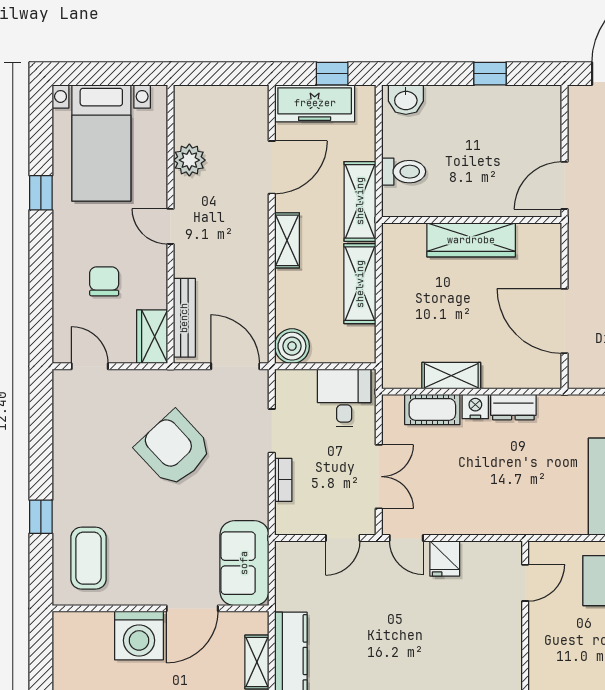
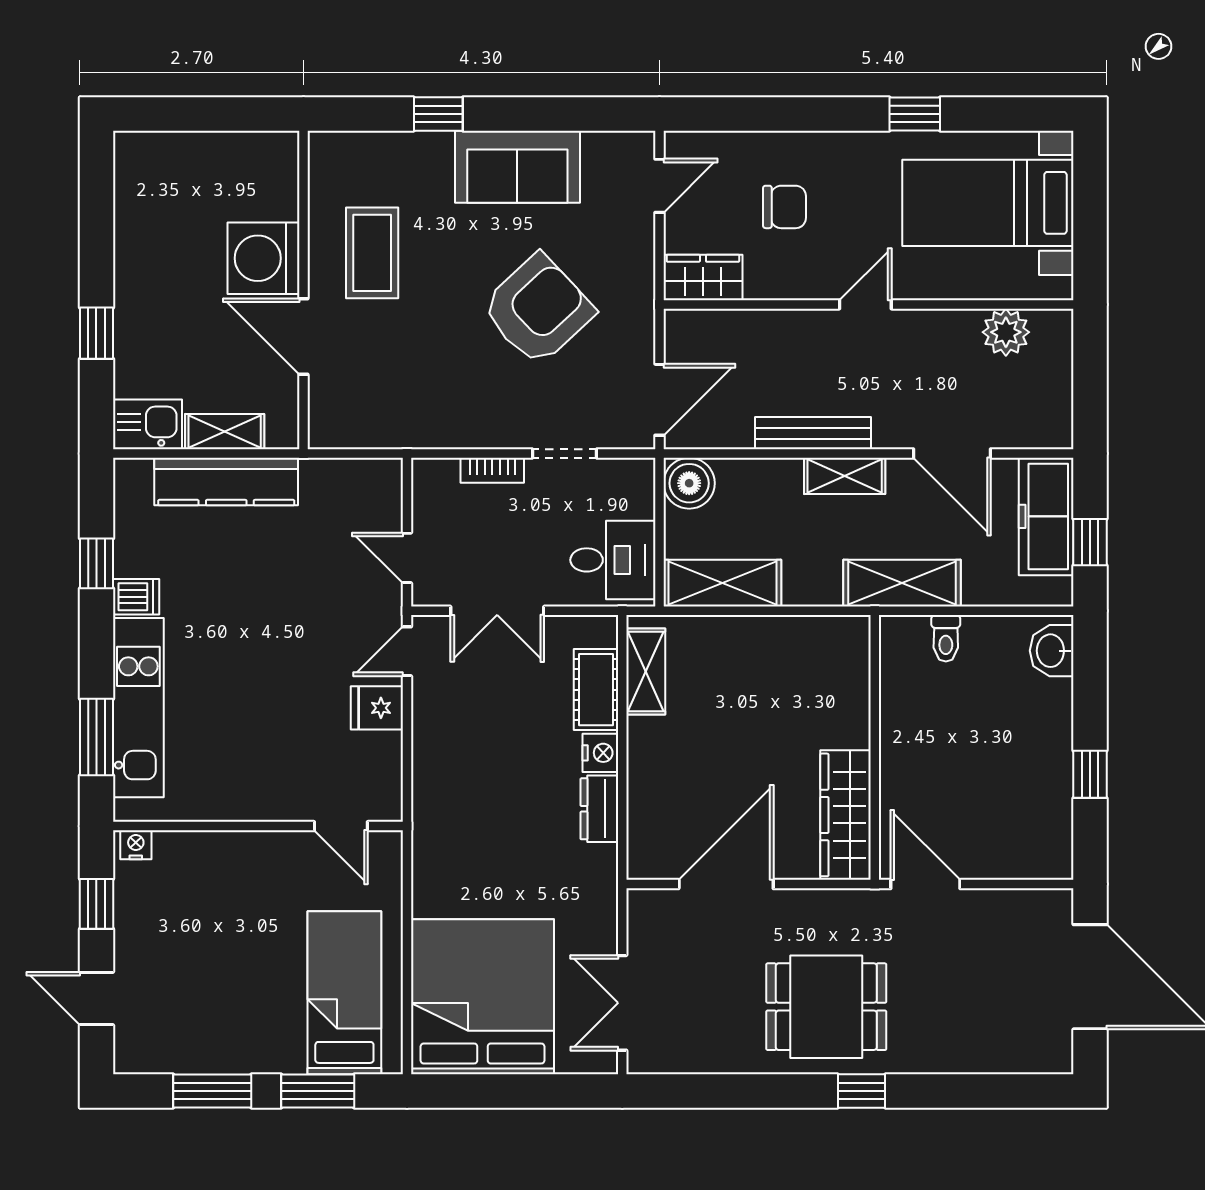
plant: (189, 160) -> (1006, 332), moved
toilet: (404, 172) -> (946, 638), width x0.73, depth x0.72
wardrobe: (471, 240) -> (845, 815), moved
shelving: (360, 284) -> (722, 583), moved
bench: (184, 318) -> (813, 433), moved
shelving: (451, 376) -> (646, 672), moved
coffee table: (88, 558) -> (372, 253), moved, turned 90
sofa: (244, 563) -> (517, 167), moved, turned 180

